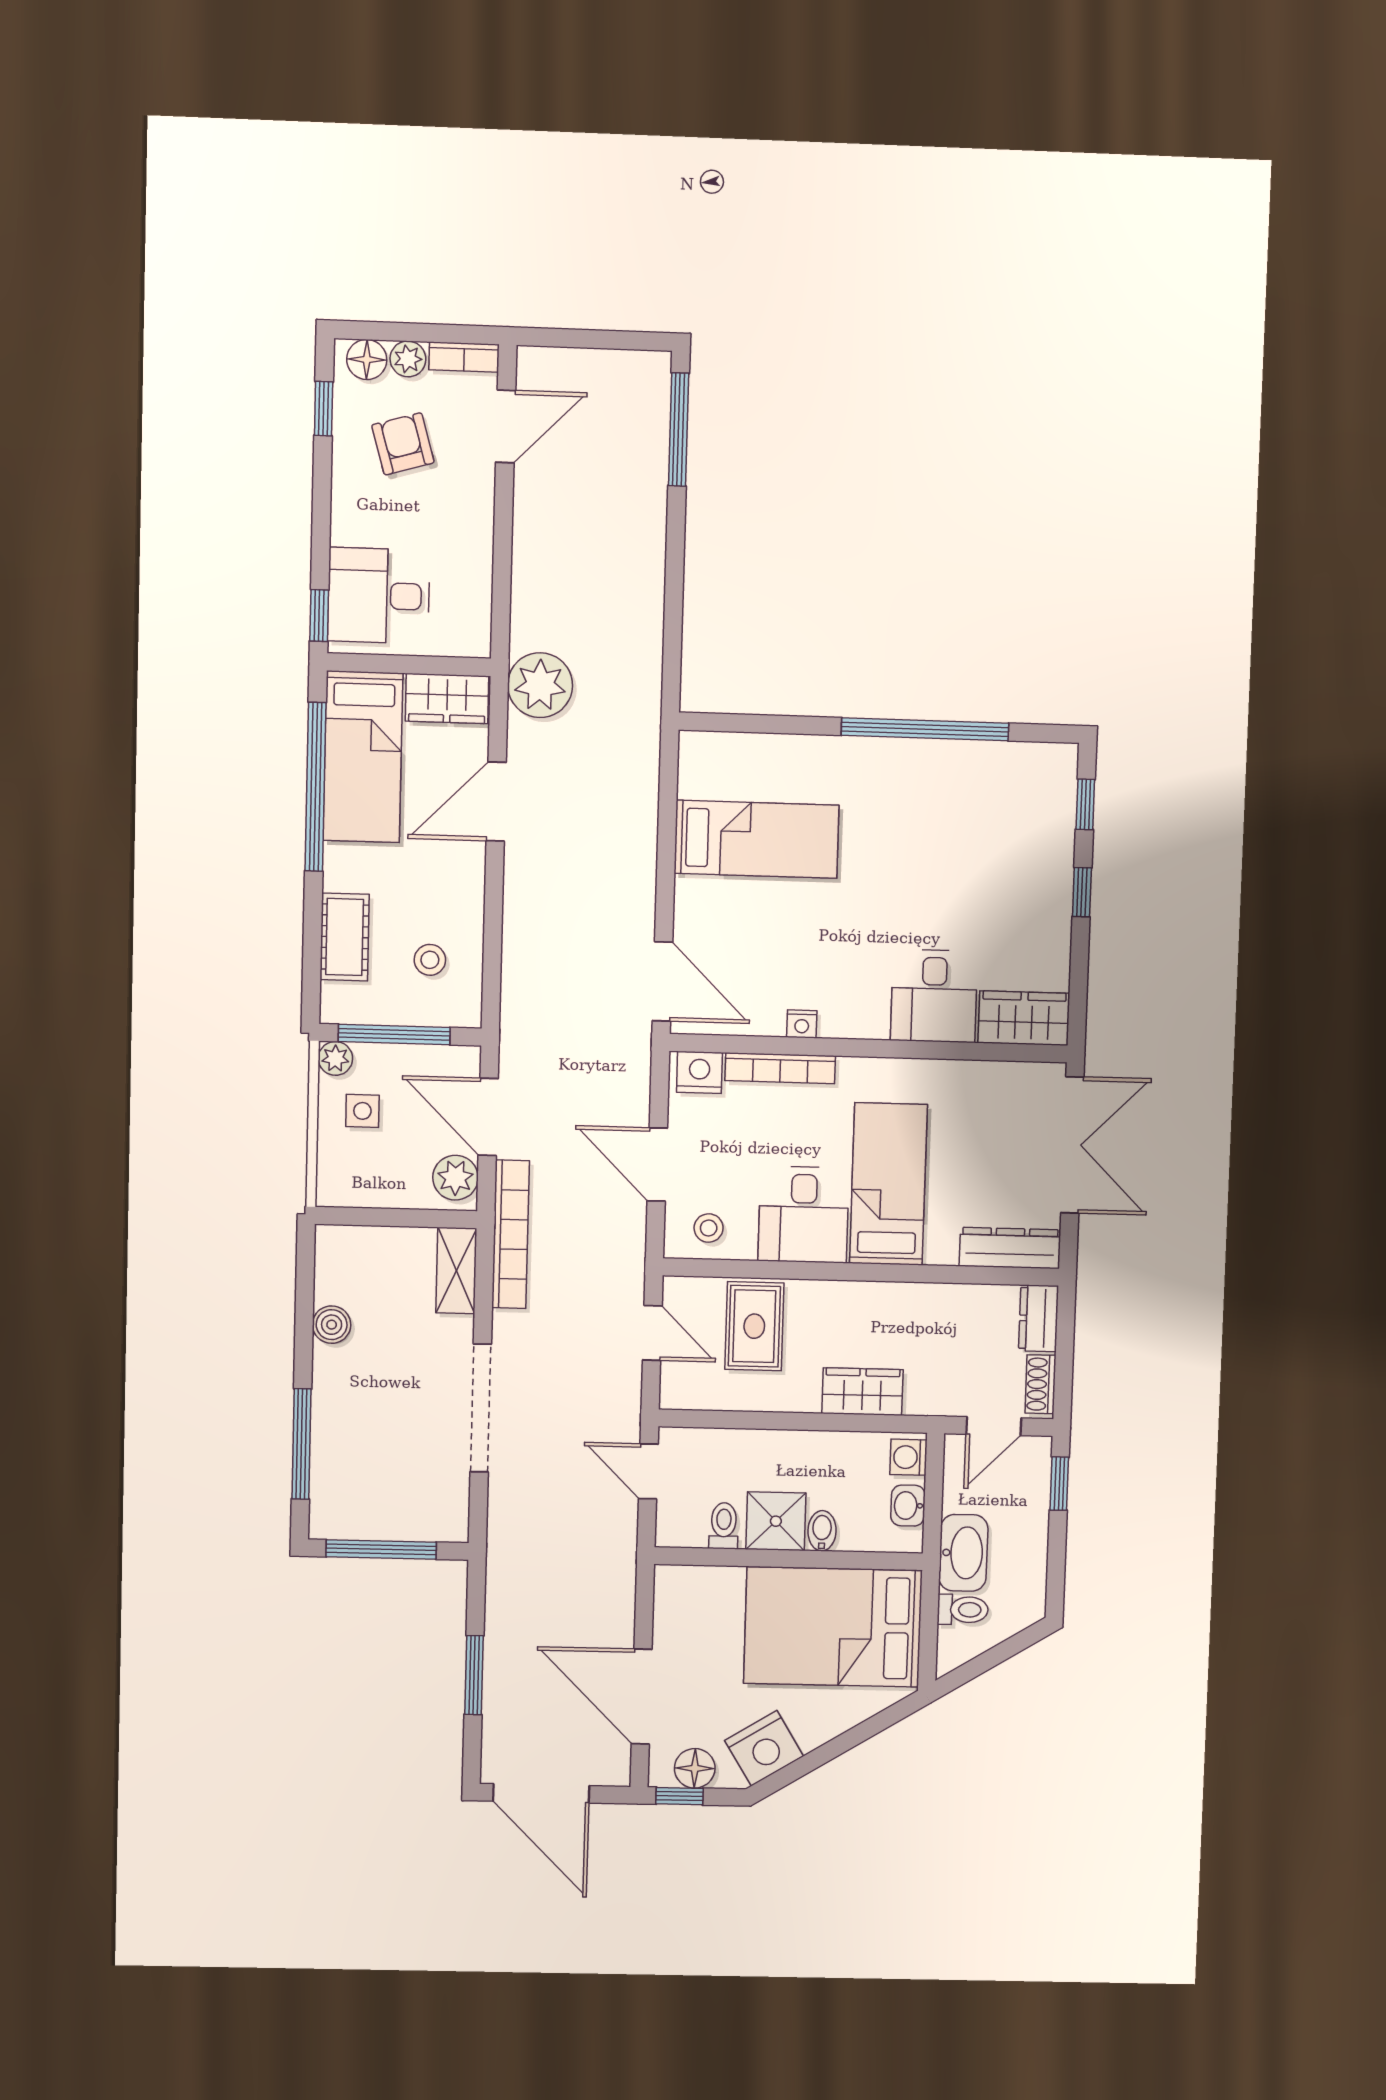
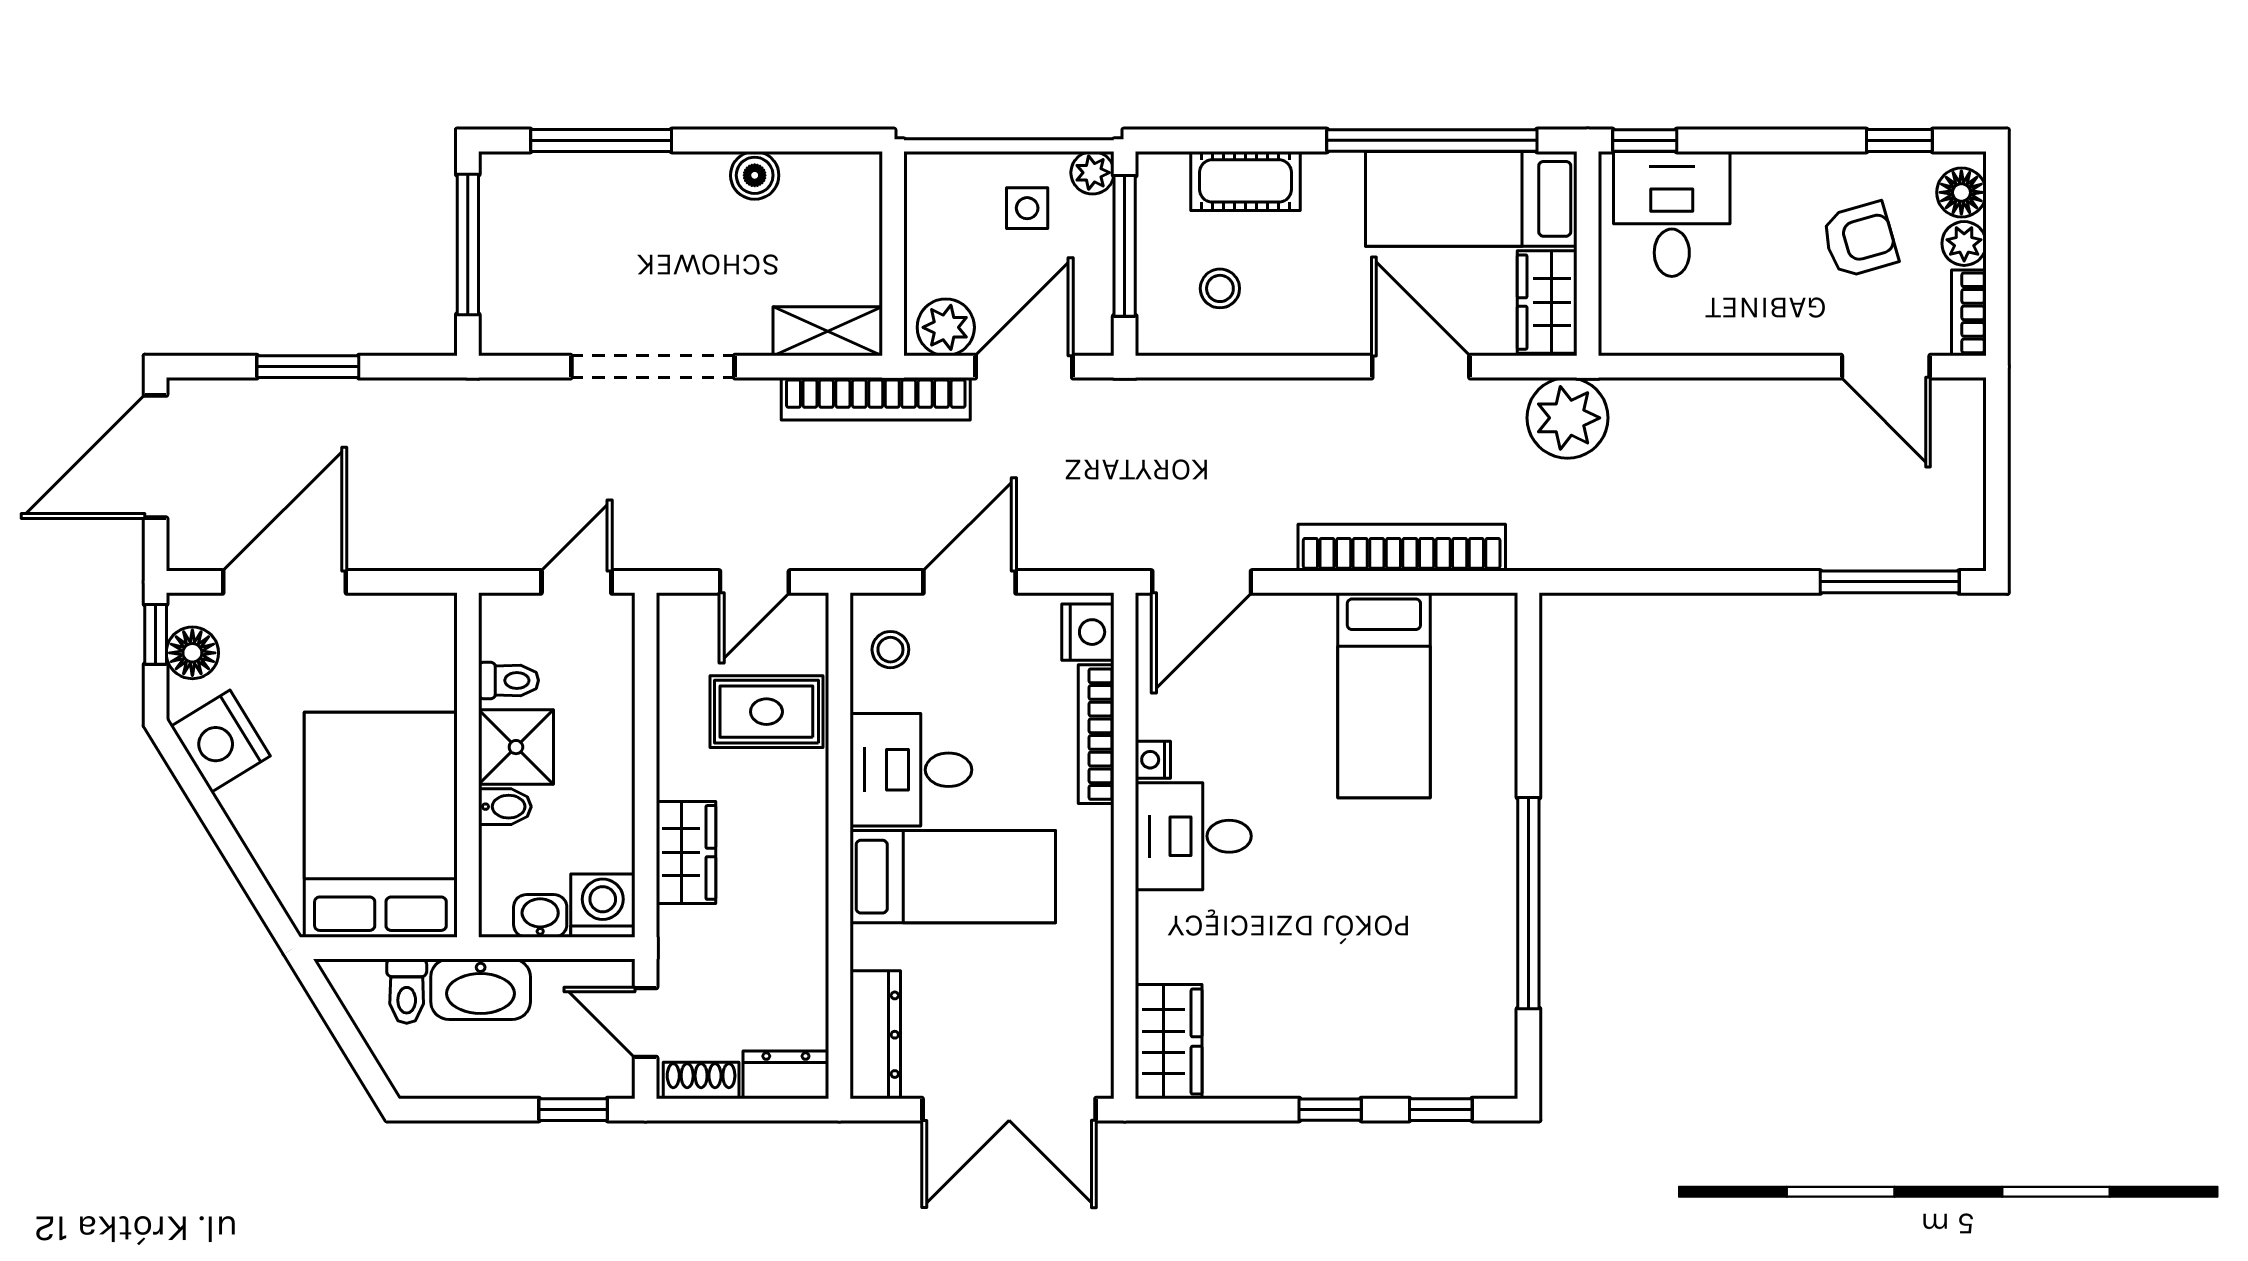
bookcase: (640, 821) -> (1402, 548), added
desk: (934, 996) -> (1193, 836), moved
washing machine: (908, 1457) -> (603, 906), width x1.38, depth x1.38

